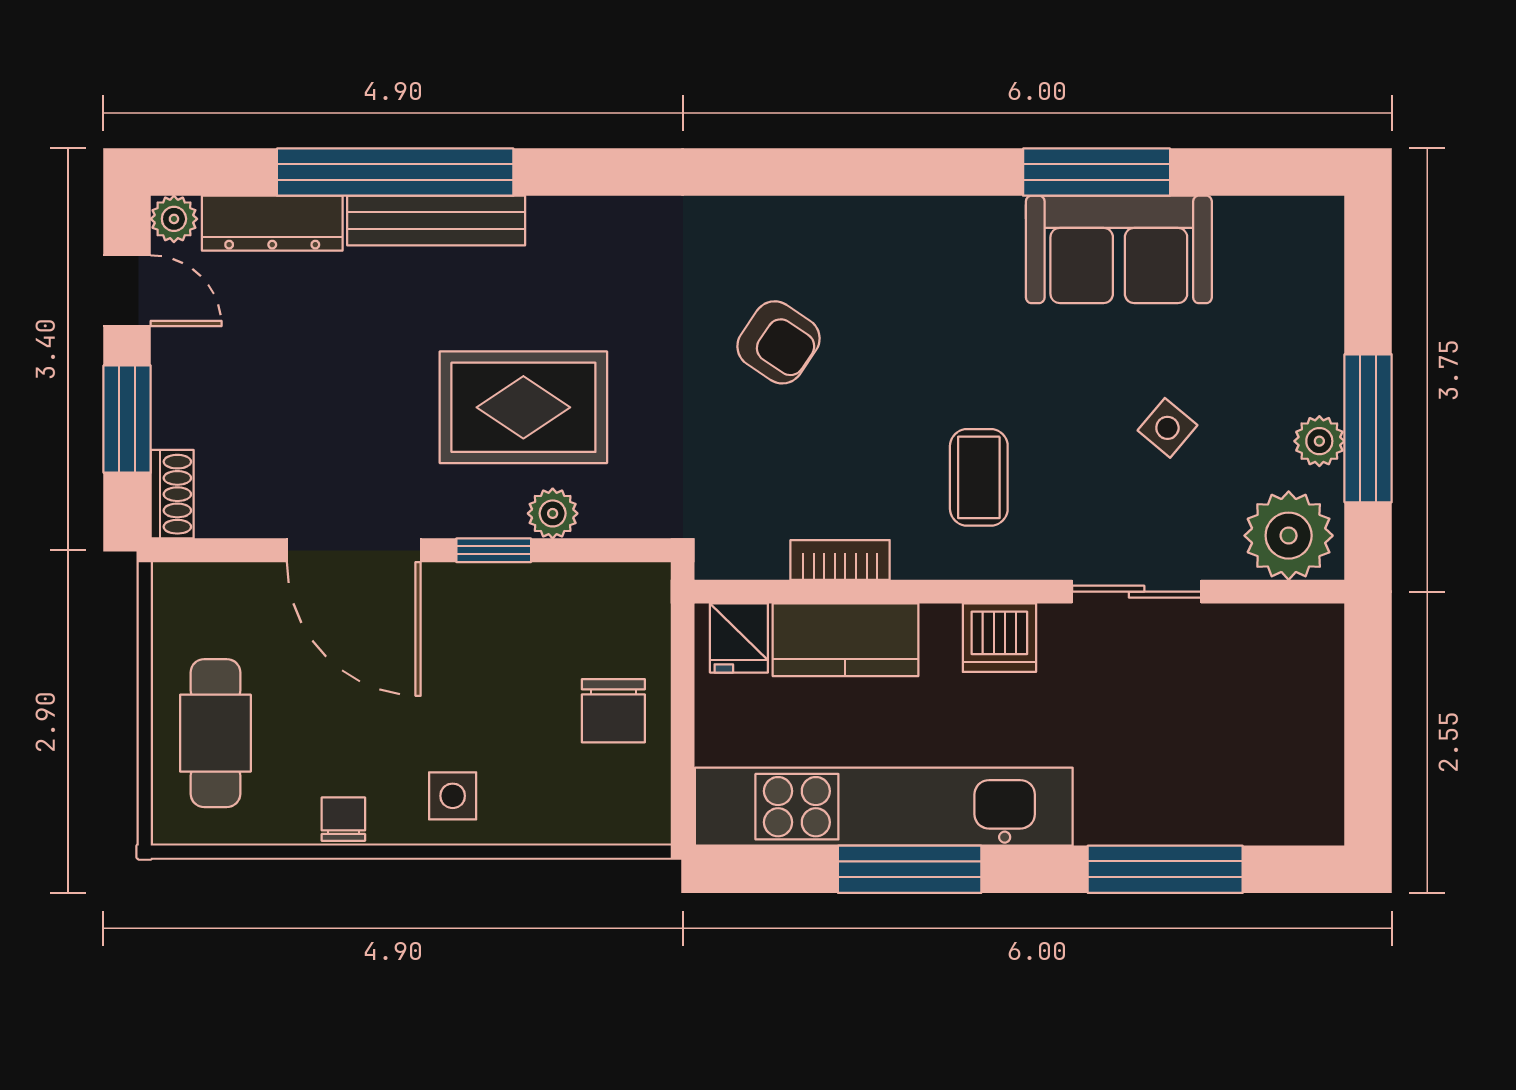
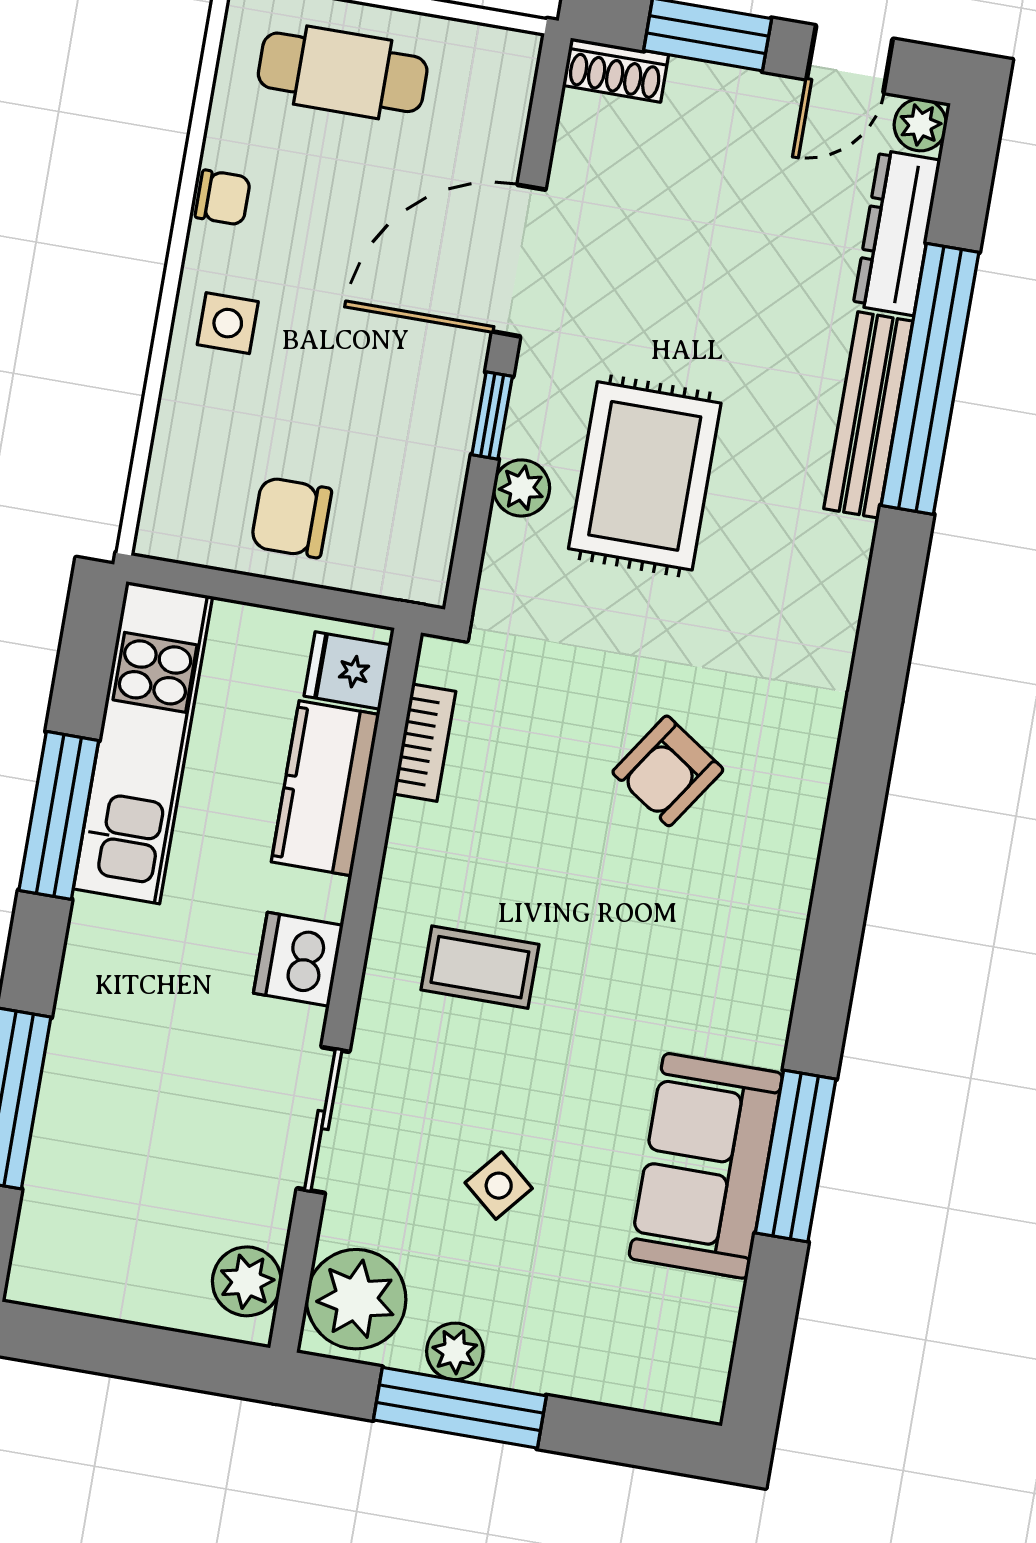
bookcase: (840, 560) -> (424, 743), moved
plant: (1290, 634) -> (247, 1281), added
kitchen unit: (884, 807) -> (143, 743), width x0.73

